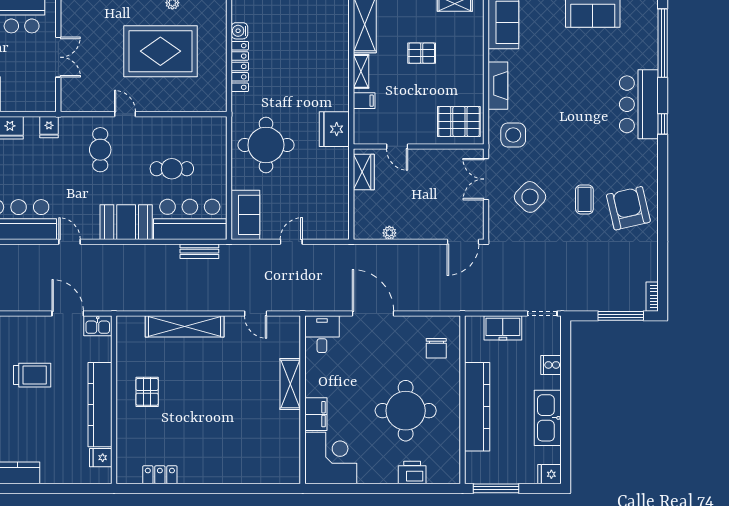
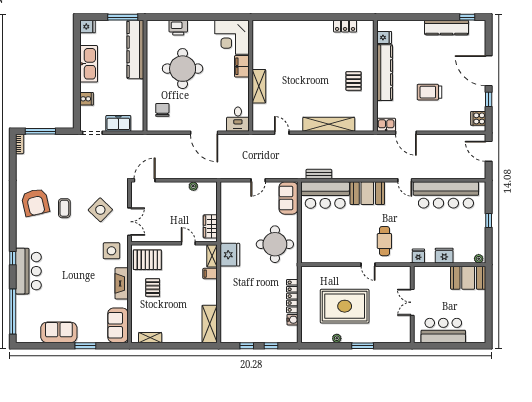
pallet: (422, 53) -> (153, 288), moved, turned 90
shelving: (361, 71) -> (212, 256), moved
cafe table: (172, 169) -> (337, 229), removed
kitchen counter: (477, 407) -> (135, 49), moved

